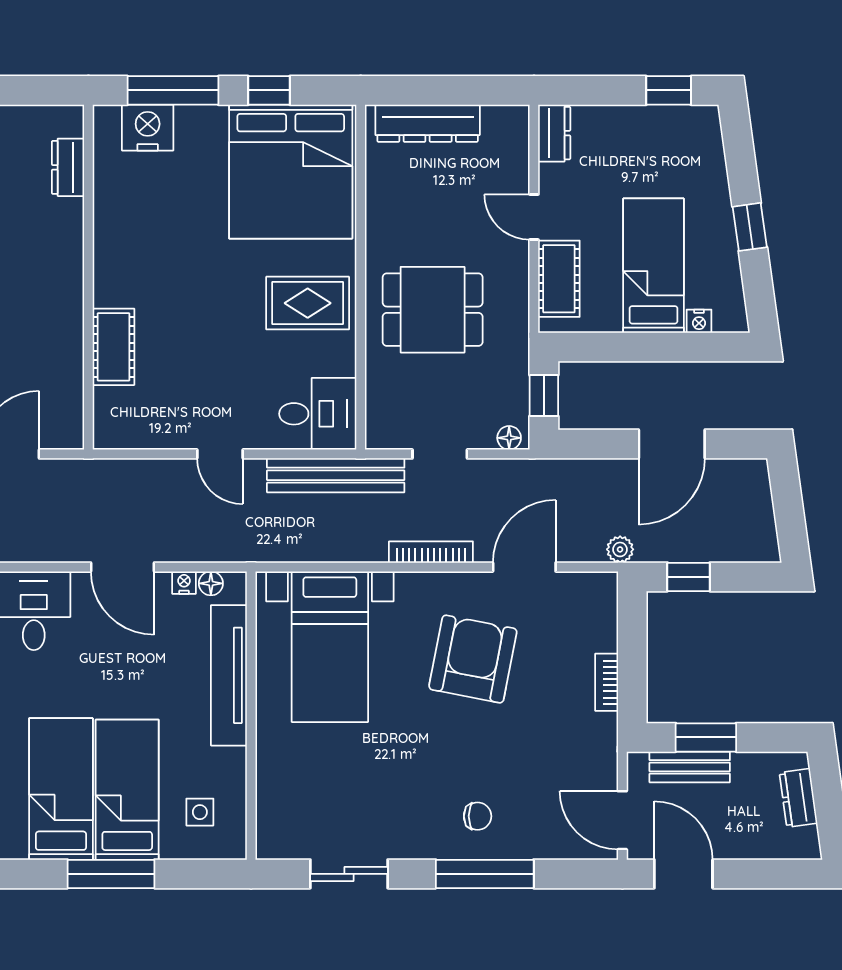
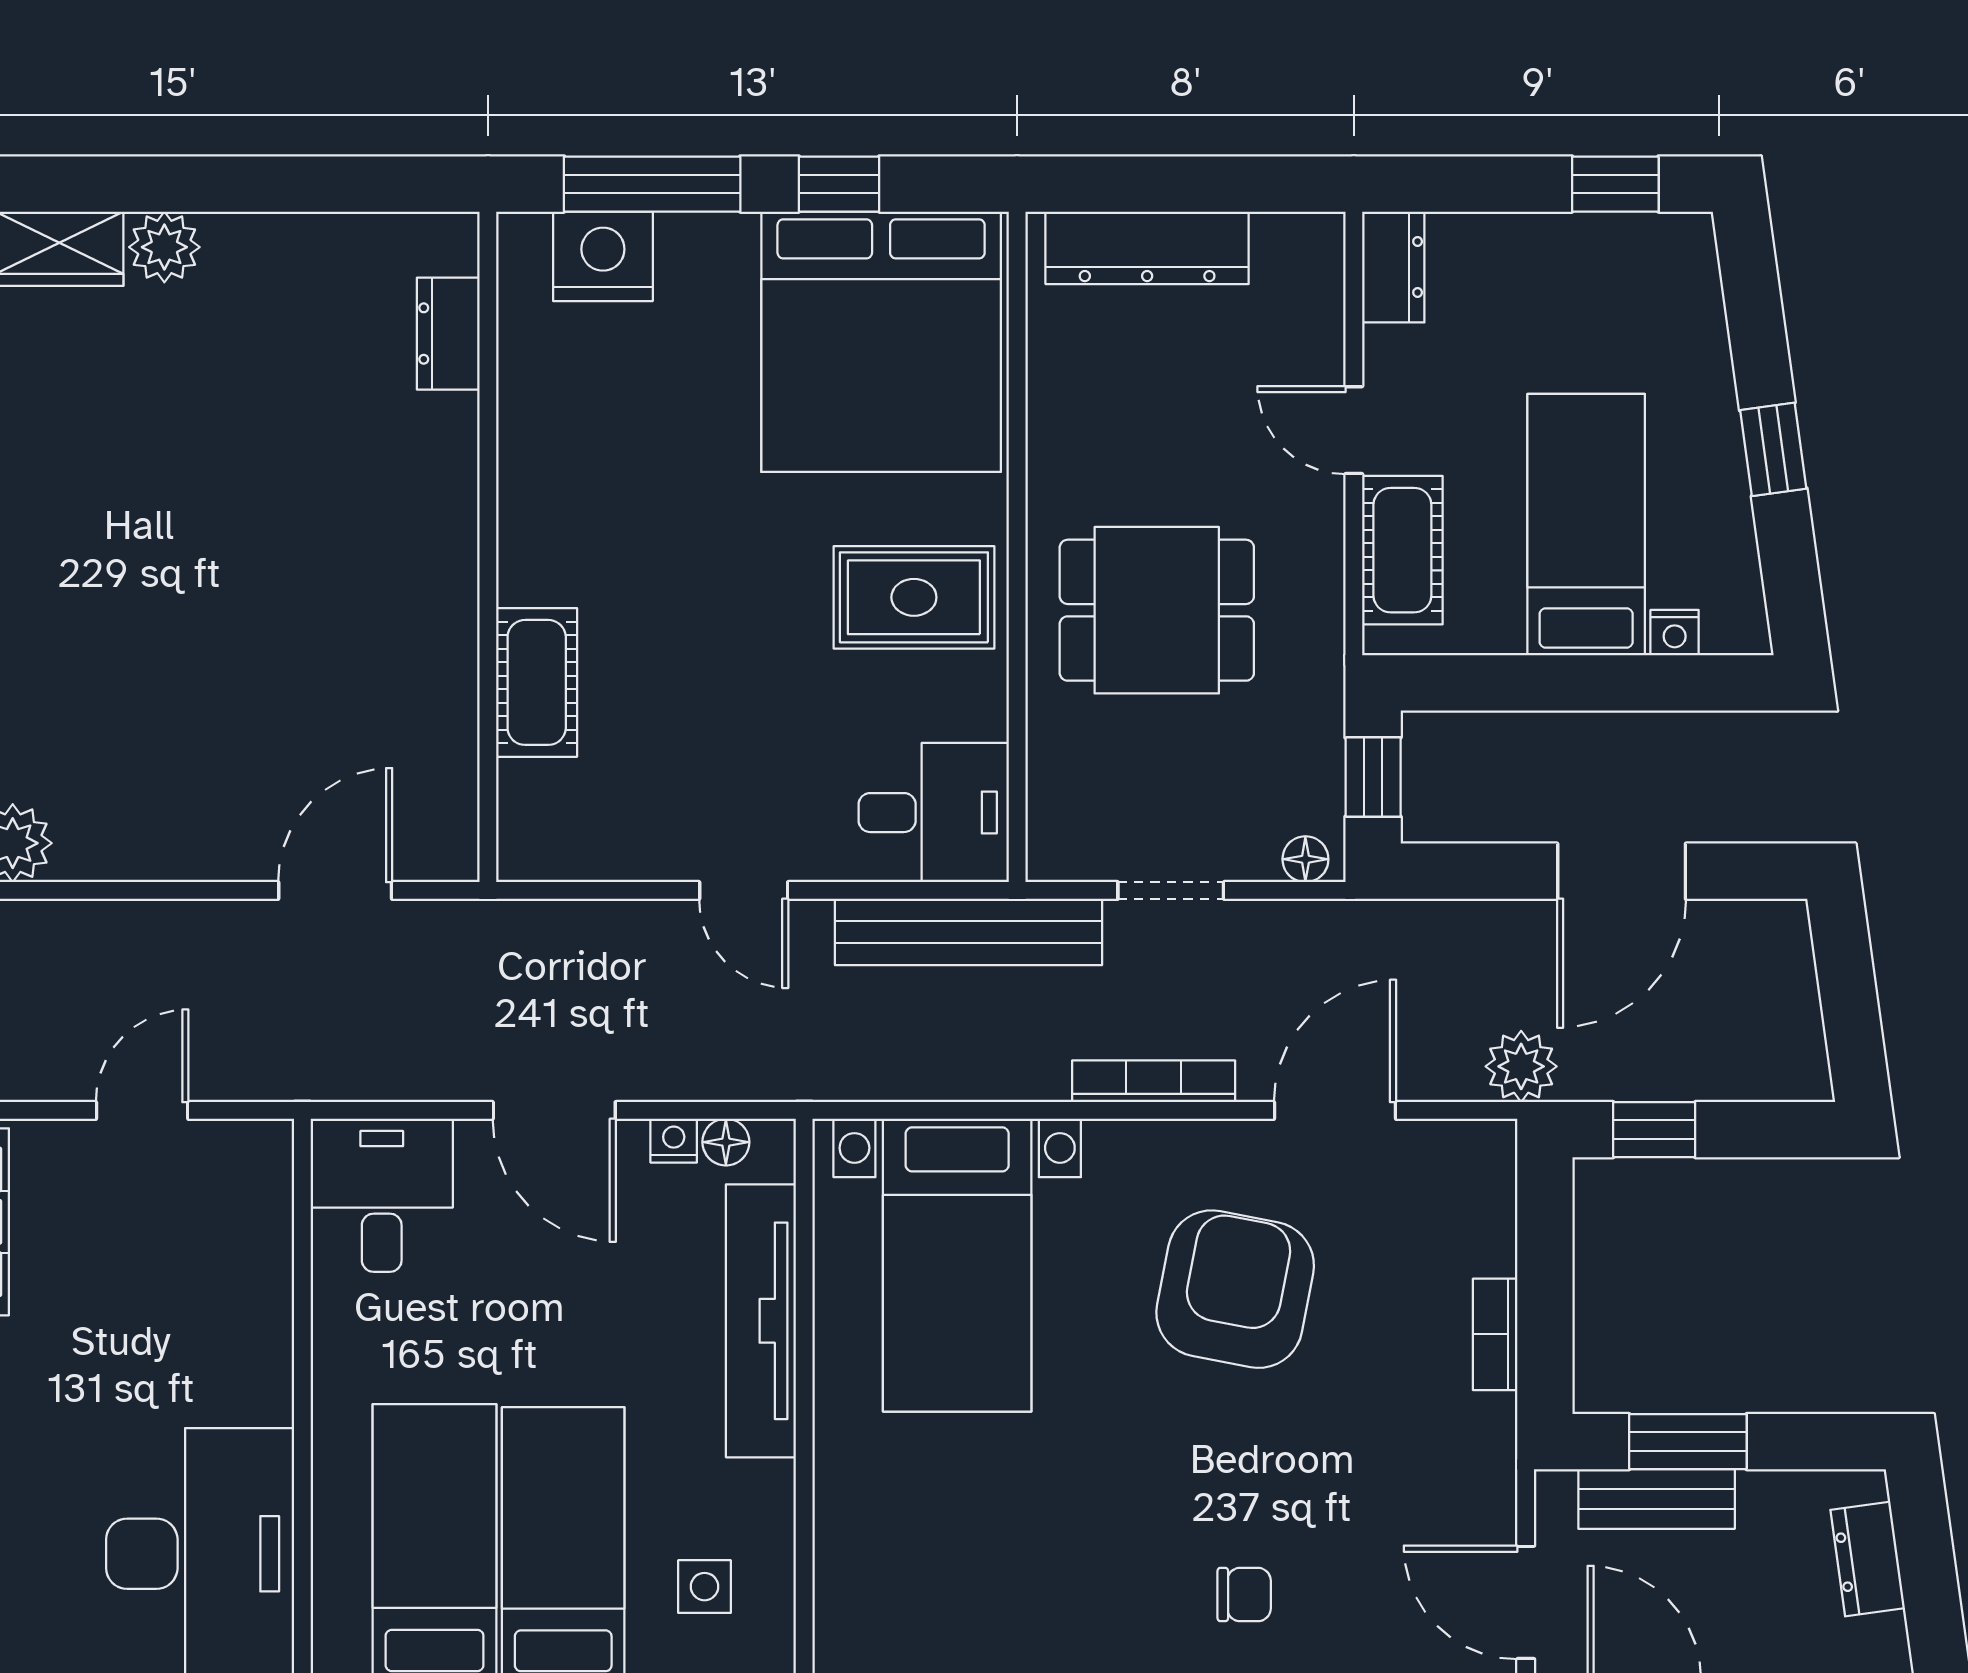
plant: (620, 549) -> (1521, 1066), width x1.38, depth x1.38

